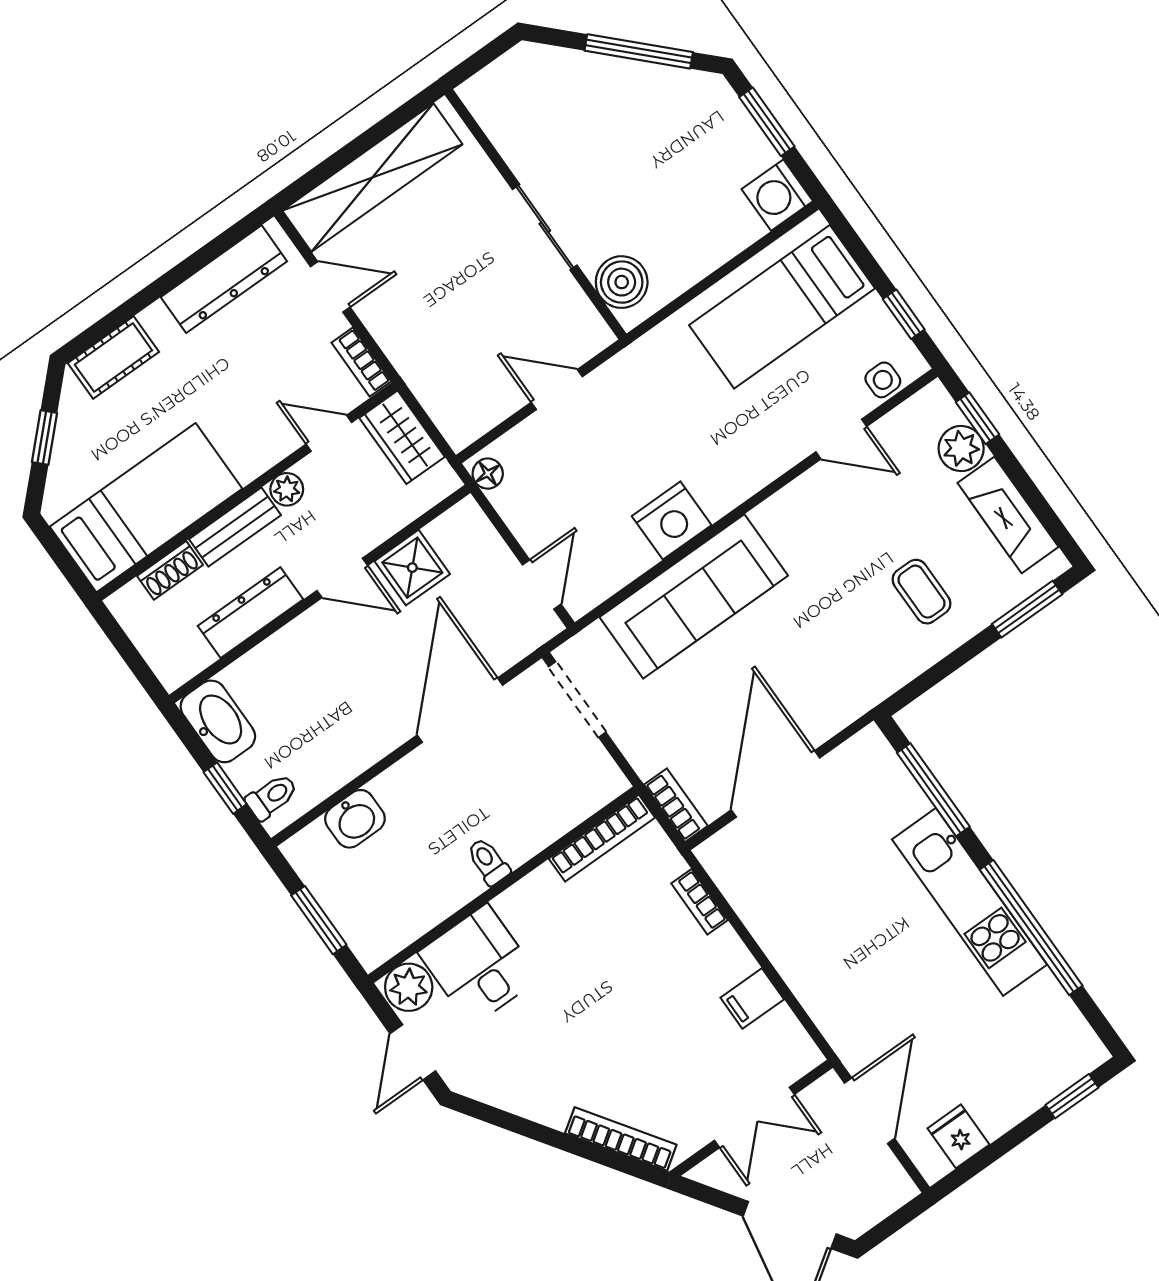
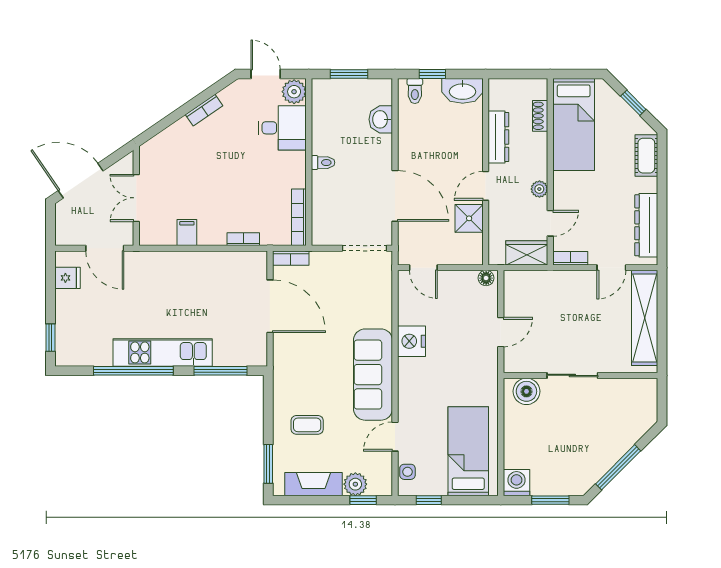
bench: (235, 527) -> (539, 156), removed
sofa: (694, 596) -> (373, 375), moved
bookcase: (621, 1139) -> (204, 110), moved, width x0.64

